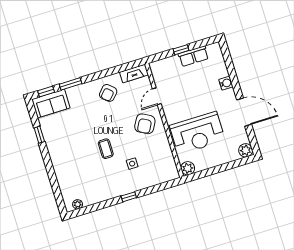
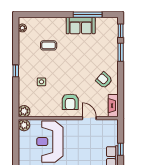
sofa: (51, 104) -> (81, 26), moved, turned -90
armchair: (145, 124) -> (70, 102), turned -119
window: (39, 135) -> (88, 15), width x2.17
coffee table: (106, 149) -> (49, 45), moved
plant: (172, 173) -> (24, 111), added

